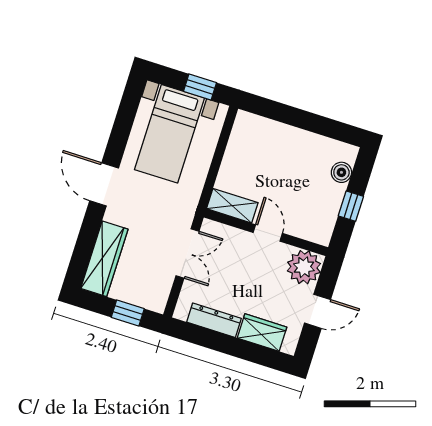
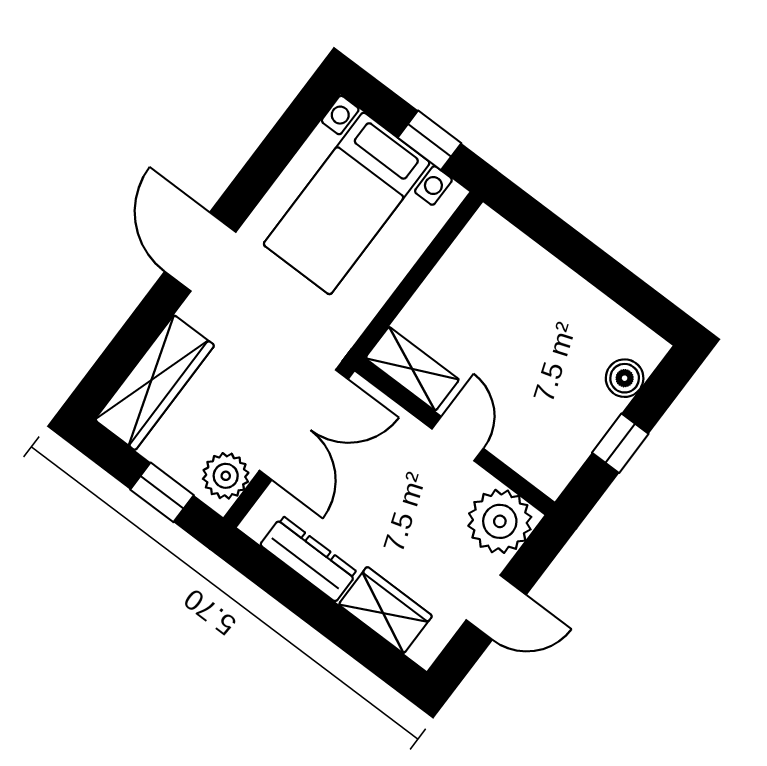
double door: (187, 253) -> (304, 425), width x1.37
plant: (157, 293) -> (226, 476), added

